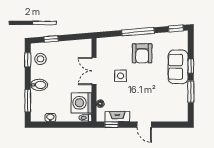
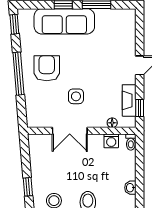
armchair: (142, 53) -> (47, 68), turned -90
sofa: (178, 67) -> (64, 21), width x1.36
washing machine: (81, 103) -> (111, 141), width x0.53, depth x0.53

